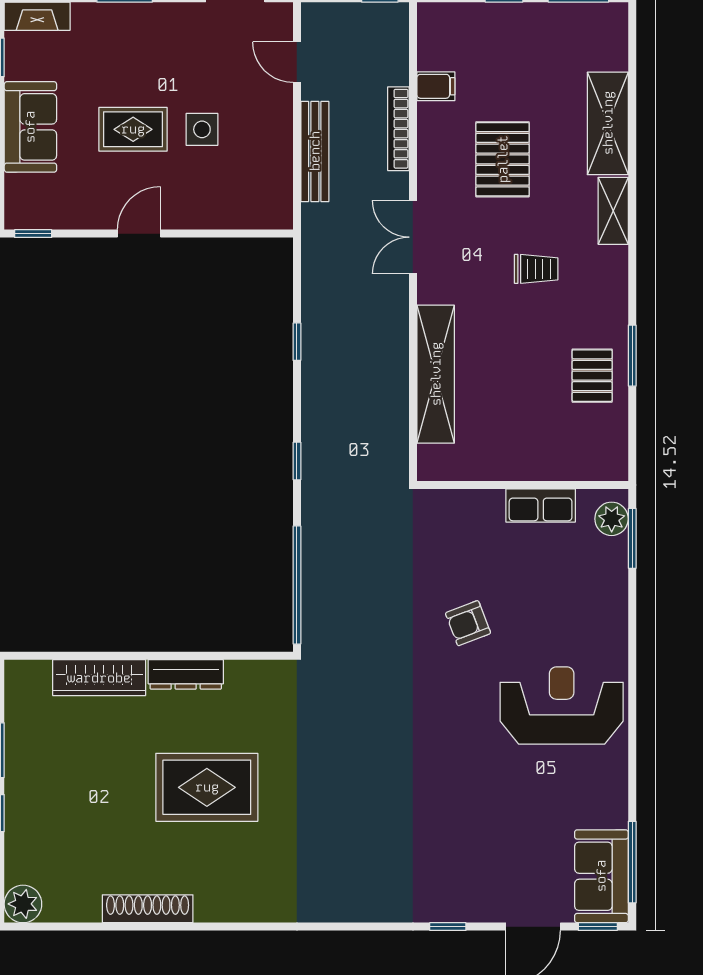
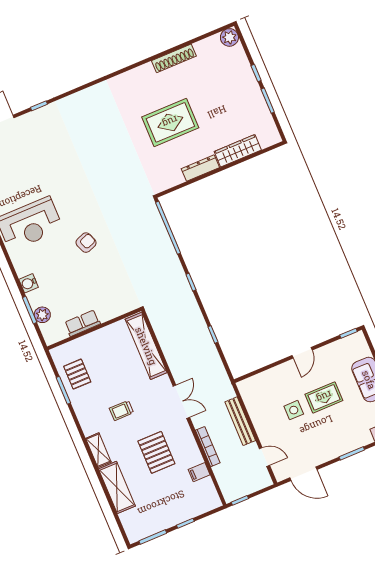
wall: (523, 485) -> (94, 329), moved
row of seats: (541, 505) -> (82, 323), moved
water cooler: (612, 591) -> (29, 283), added

